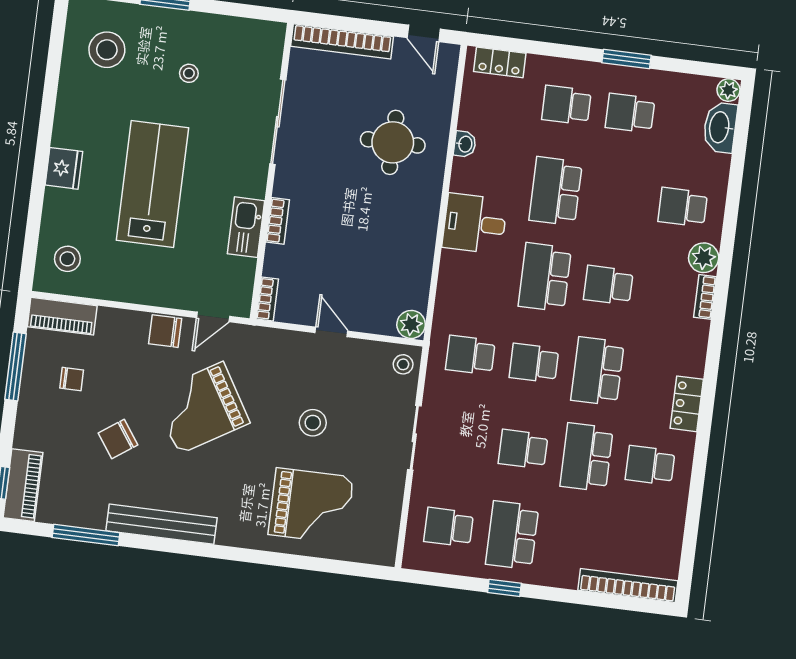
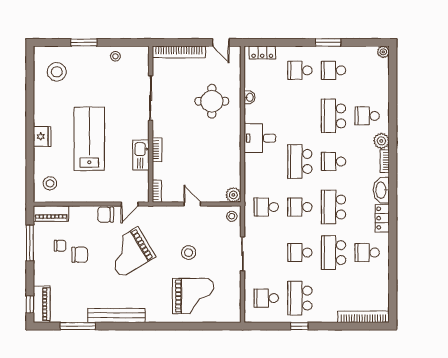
stool: (189, 73) -> (115, 56), moved
washbasin: (720, 127) -> (381, 190), moved
school desk: (556, 191) -> (334, 116), moved
chair: (118, 439) -> (80, 255), moved, turned -145

